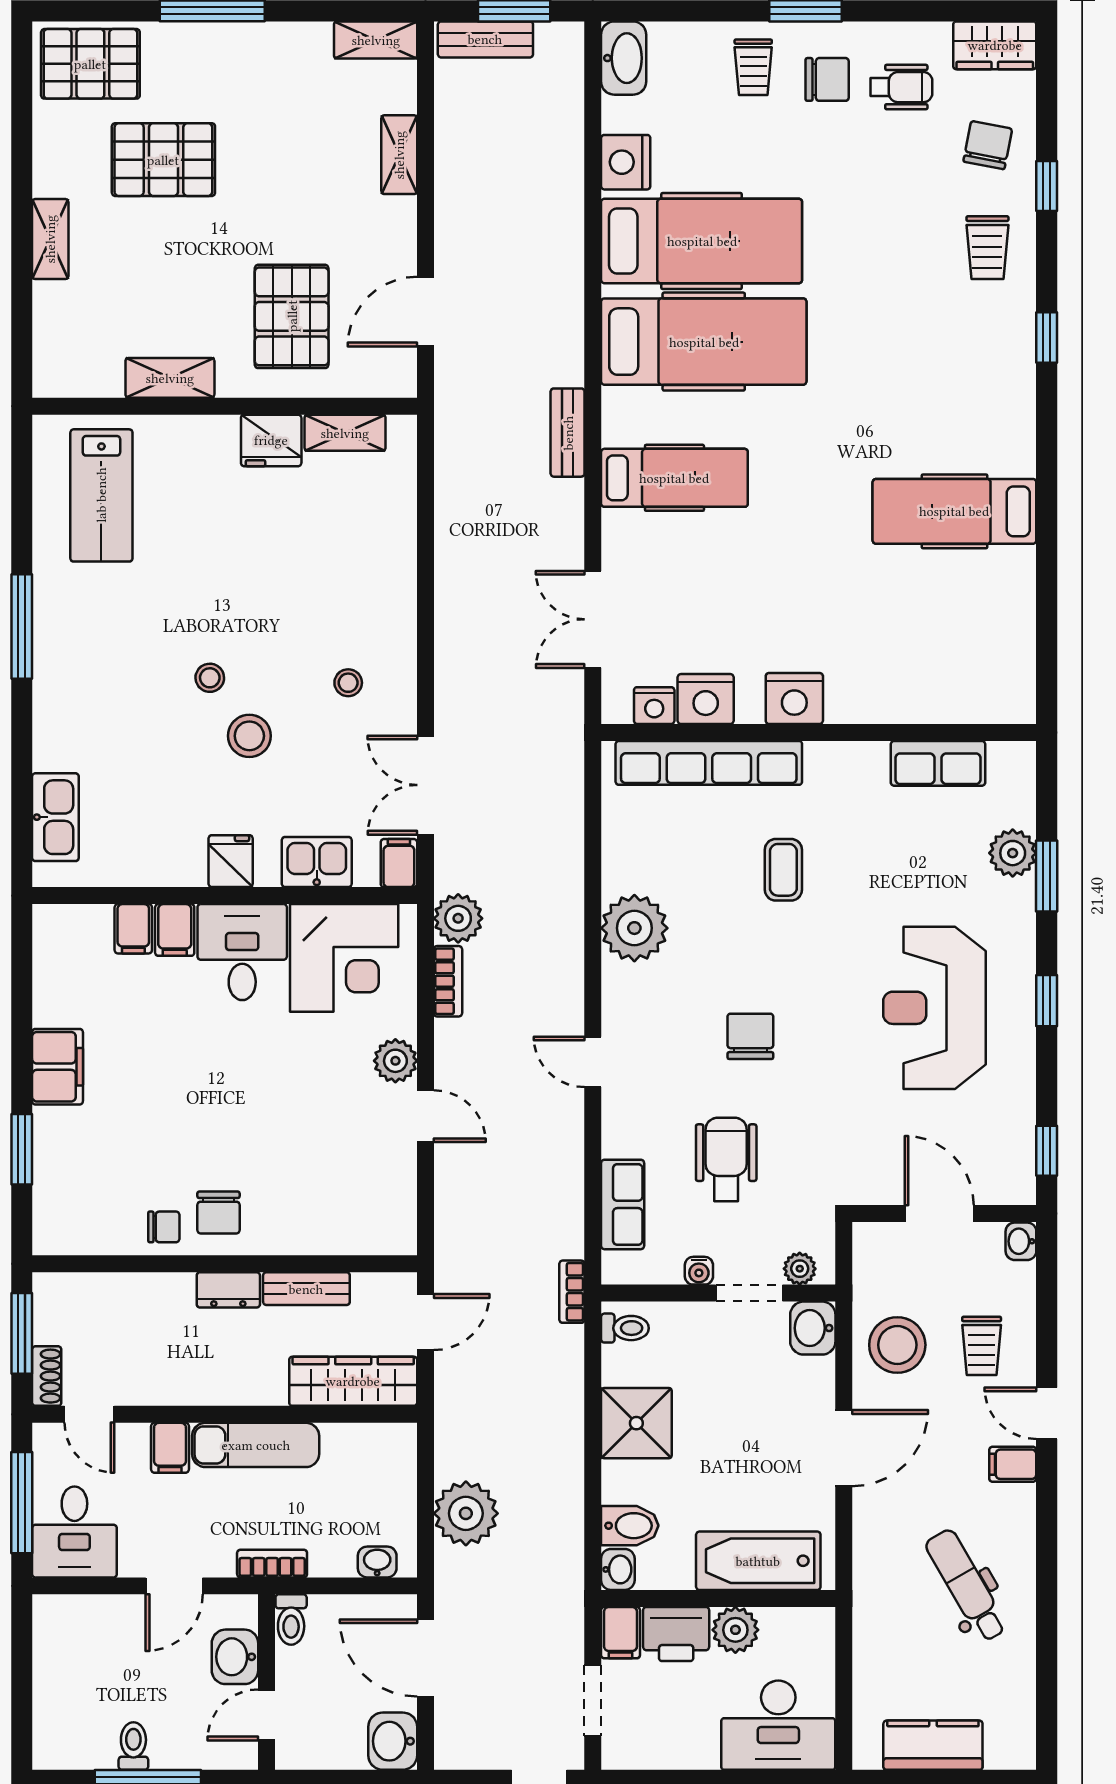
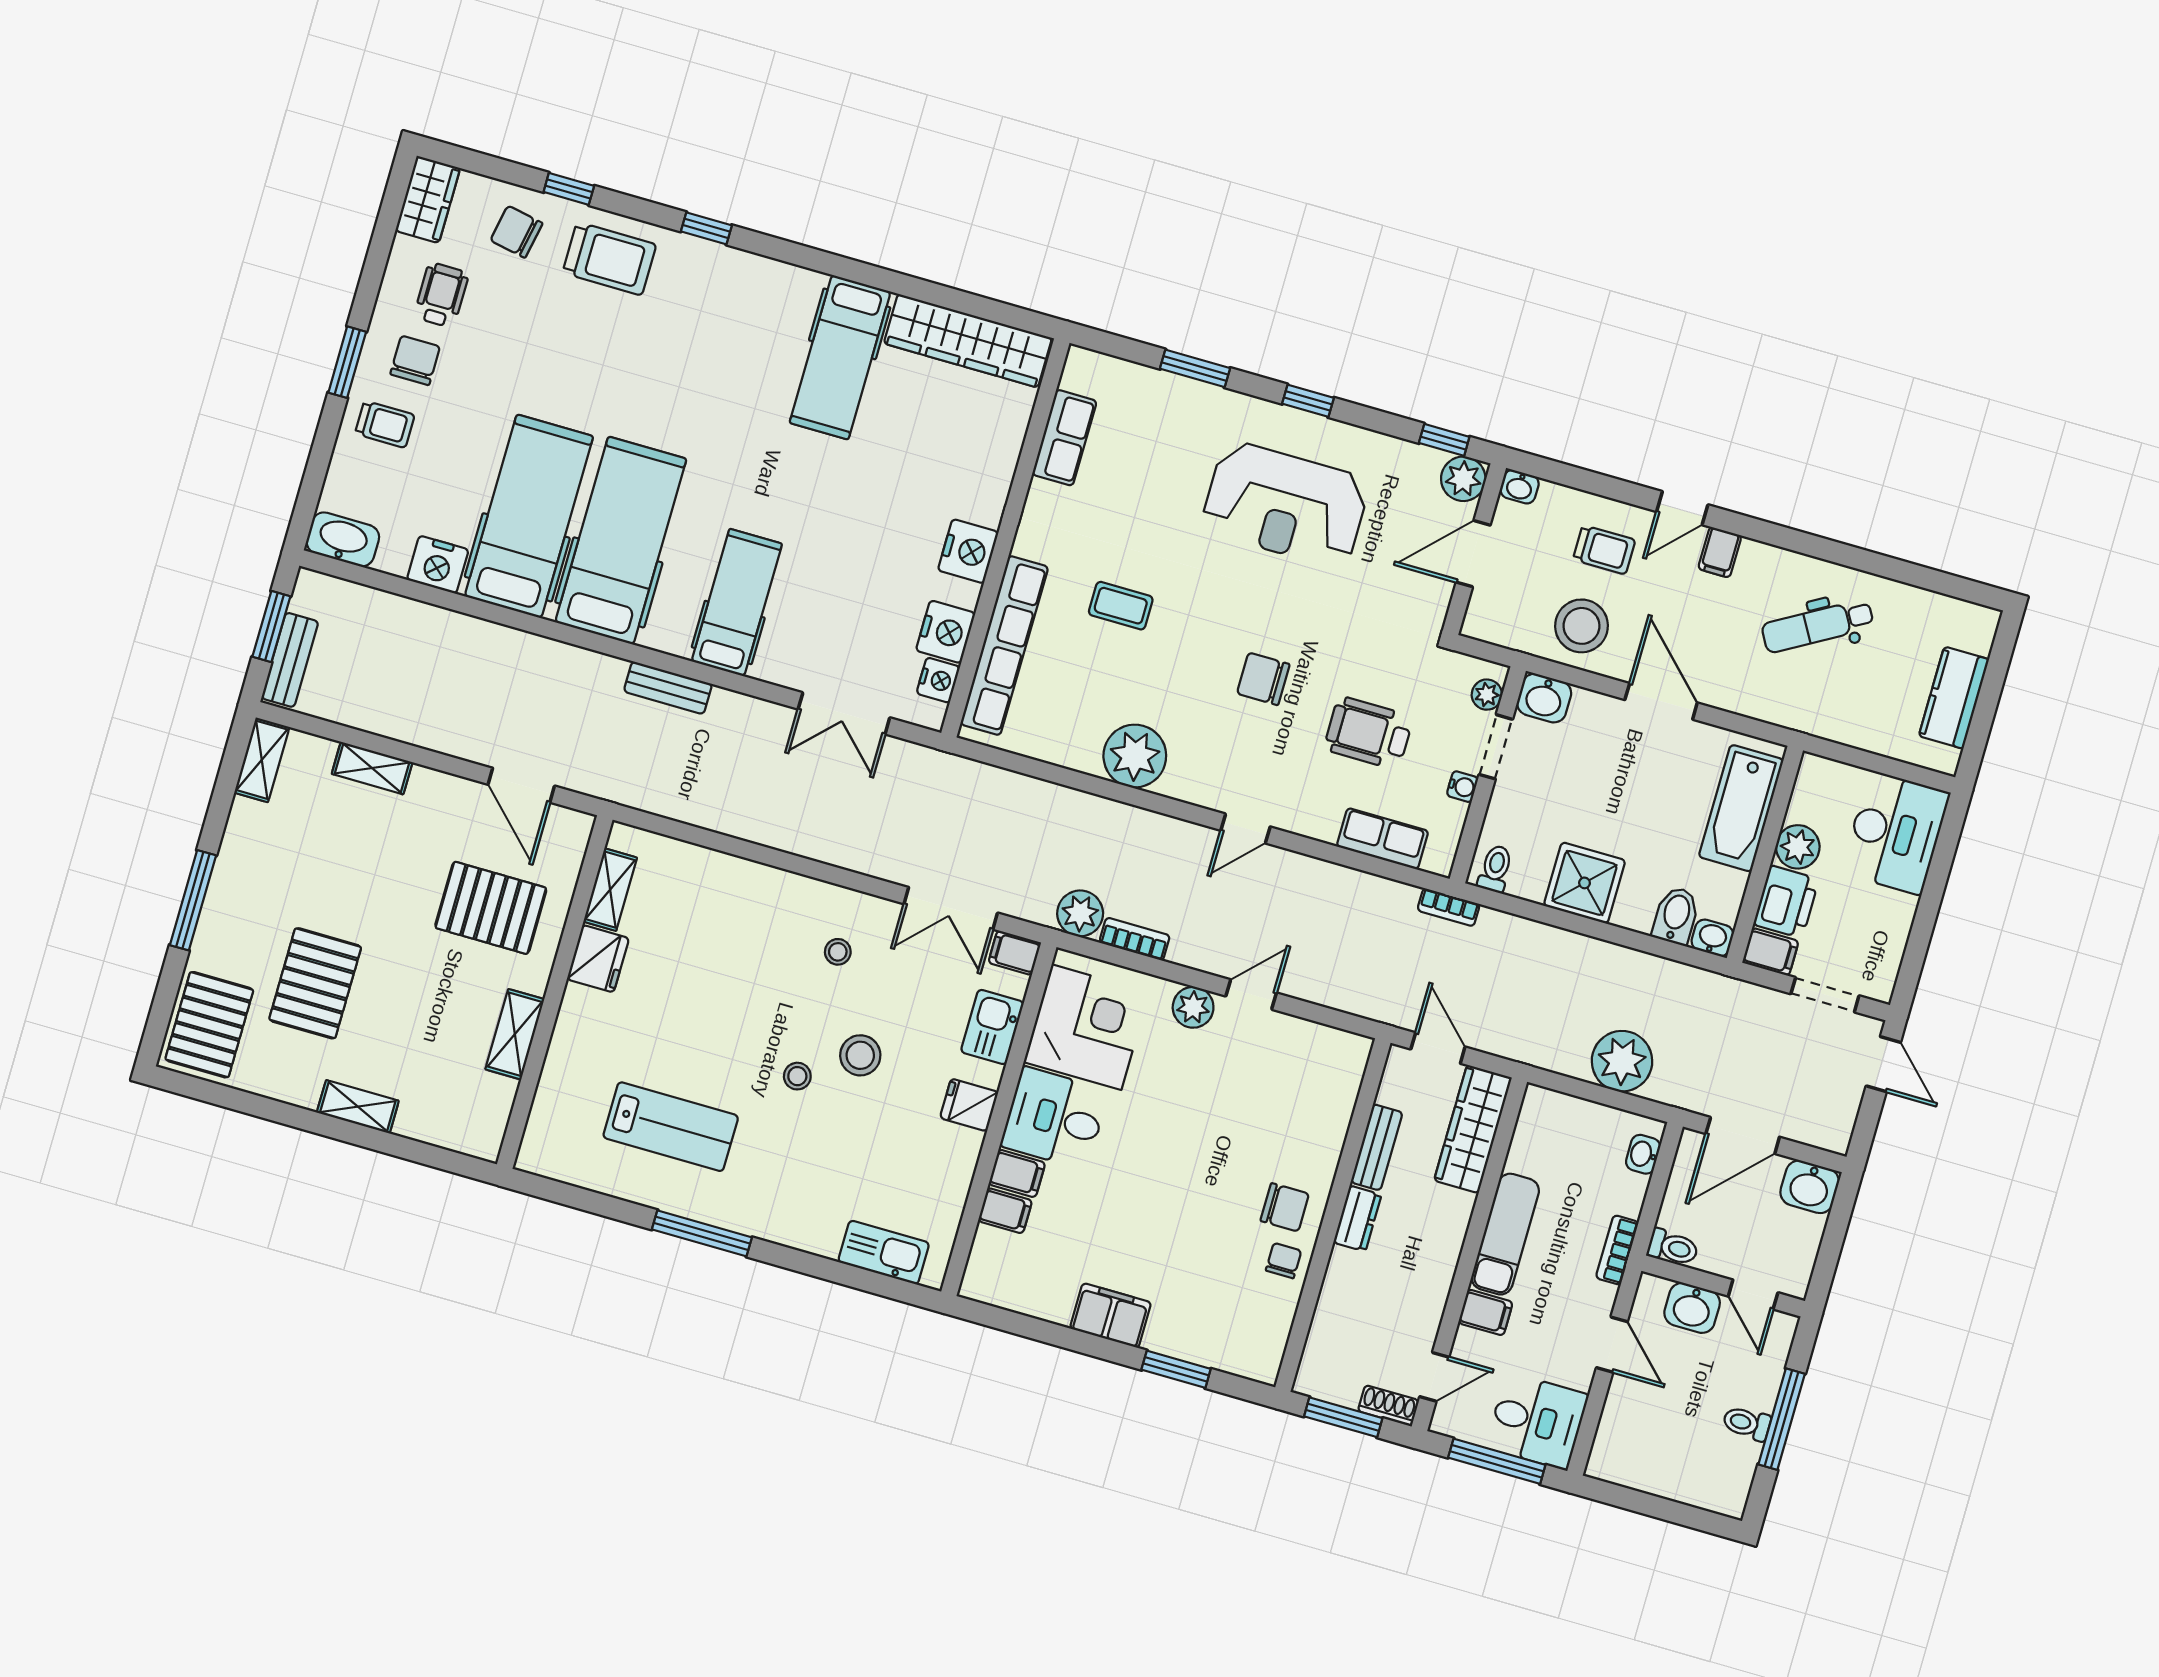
trolley: (987, 248) -> (609, 259), width x1.36, depth x1.39
lab bench: (101, 495) -> (671, 1127), moved
wardrobe: (1009, 637) -> (968, 341), added
plant: (1013, 853) -> (1463, 479), moved

